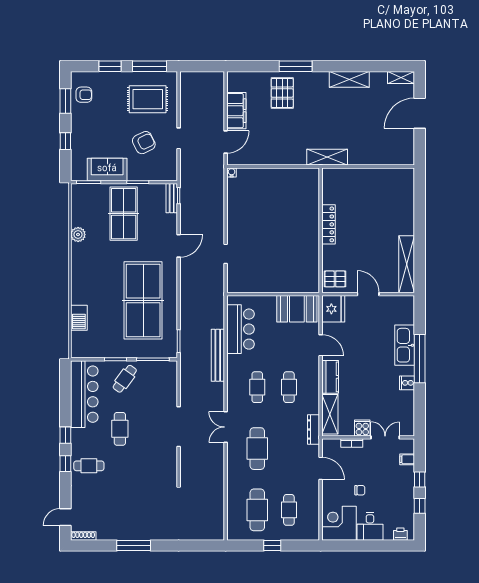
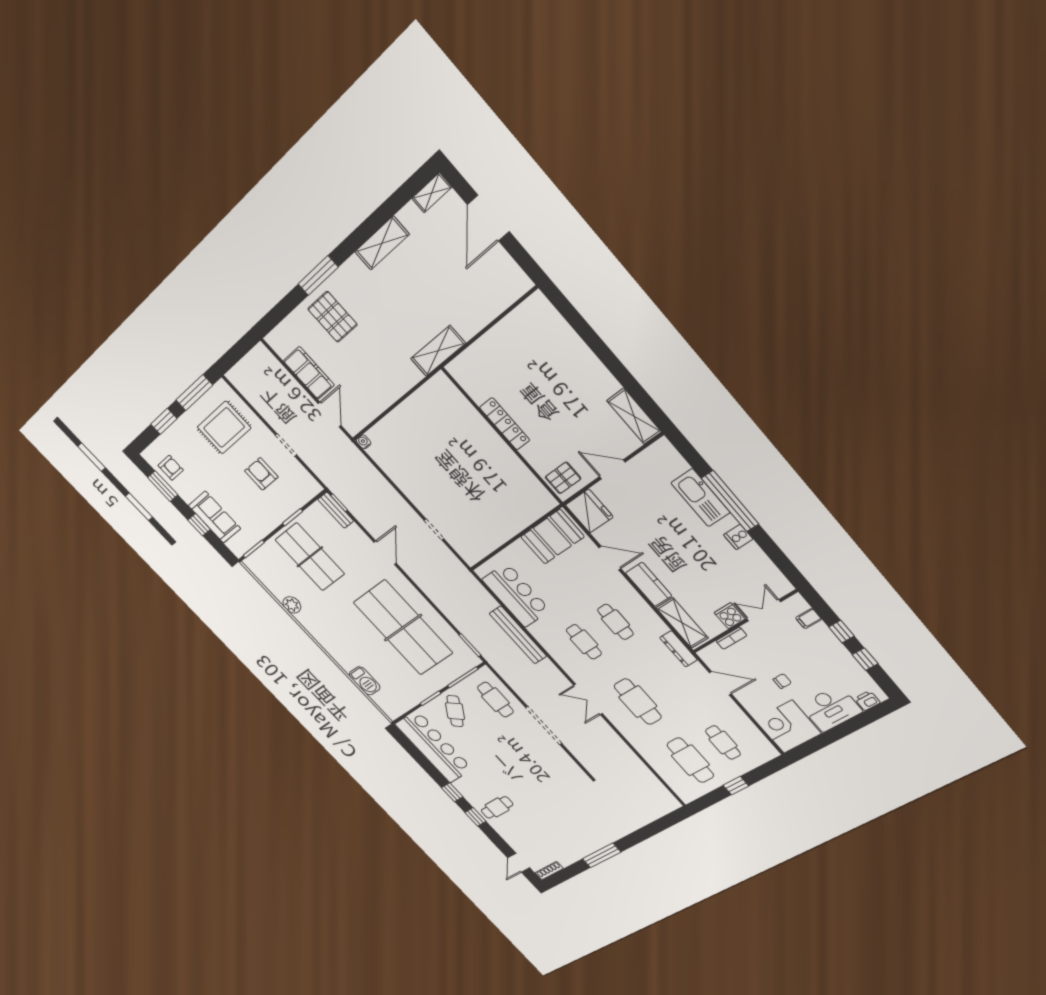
armchair: (144, 143) -> (261, 474), turned -64
sofa: (107, 169) -> (215, 517), moved, turned 90
shelving: (407, 264) -> (634, 416), width x0.68
cafe table: (120, 429) -> (495, 700), moved
desk: (370, 526) -> (831, 708), width x1.37

